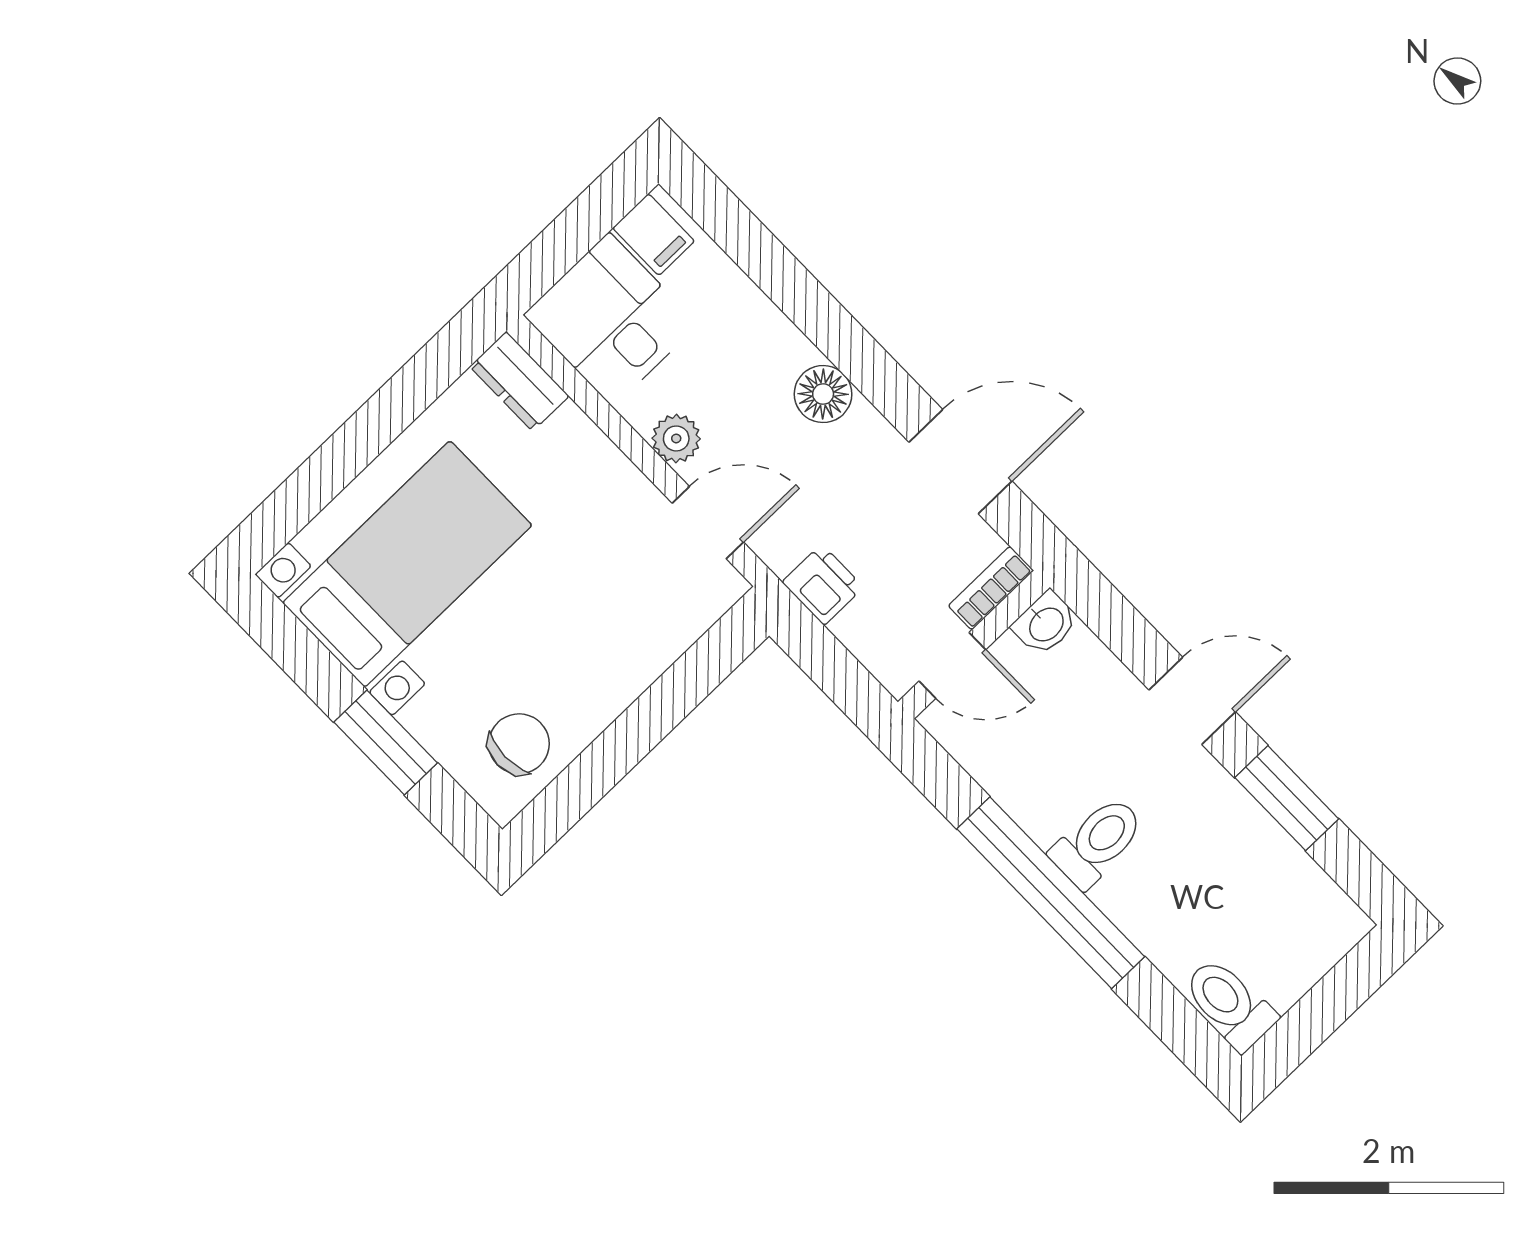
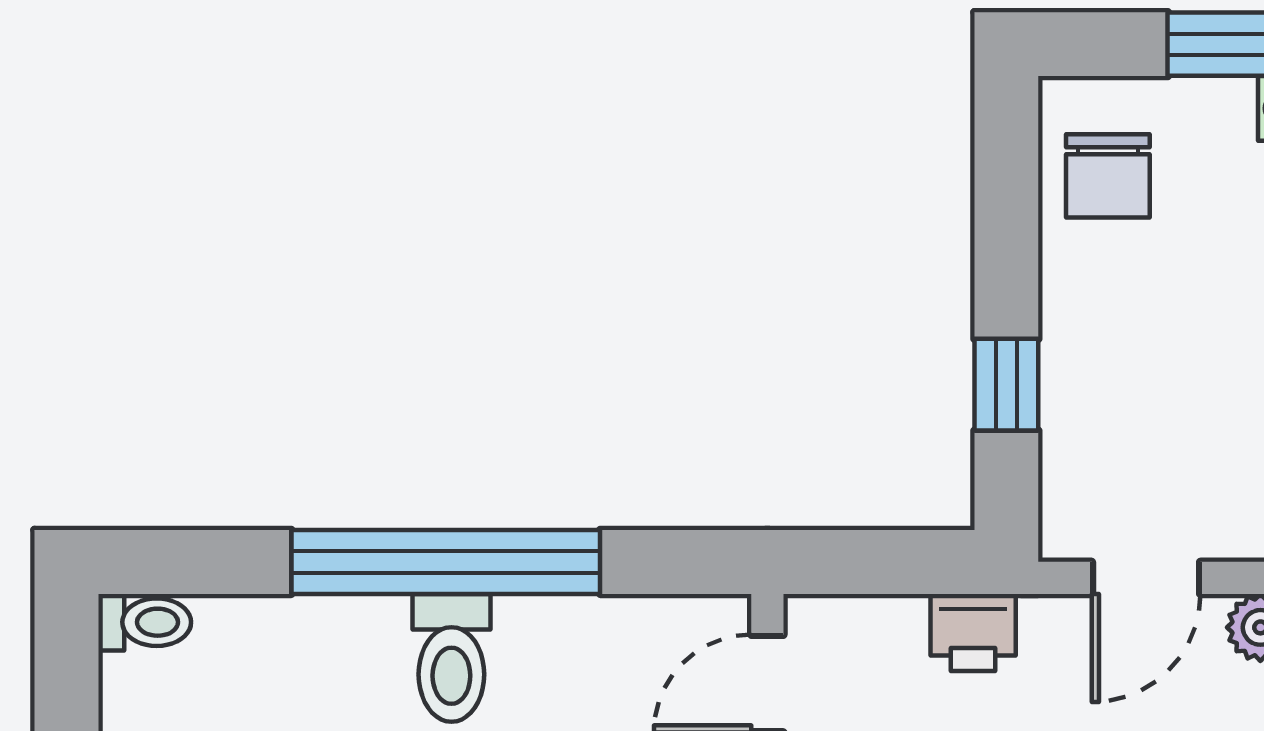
window: (678, 692) -> (1006, 385), added
toilet: (1229, 1004) -> (145, 622), width x0.73, depth x0.72

